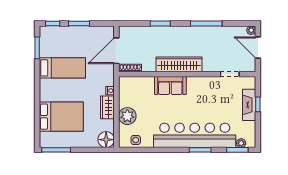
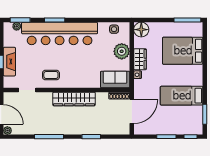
sofa: (170, 86) -> (115, 79), moved
coffee table: (204, 90) -> (51, 75), added

